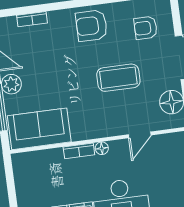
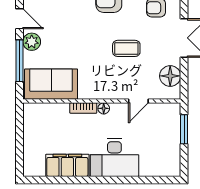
coffee table: (118, 78) -> (126, 48), width x0.73, depth x0.77

